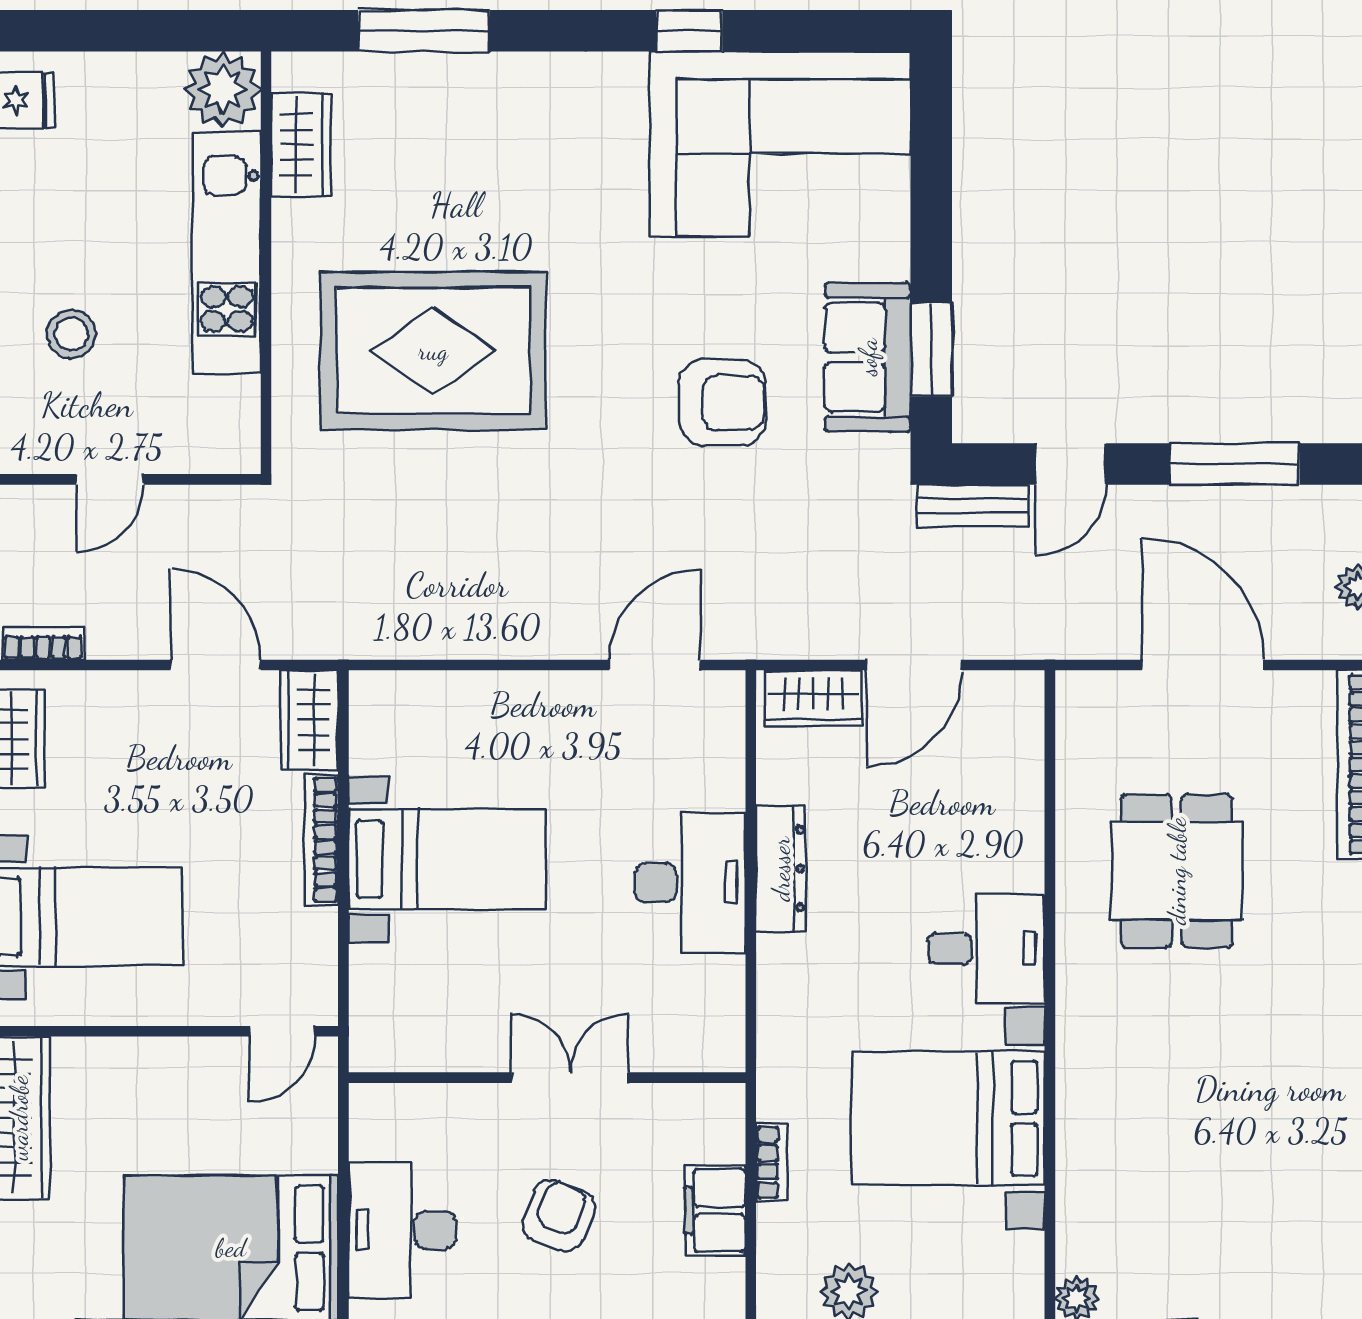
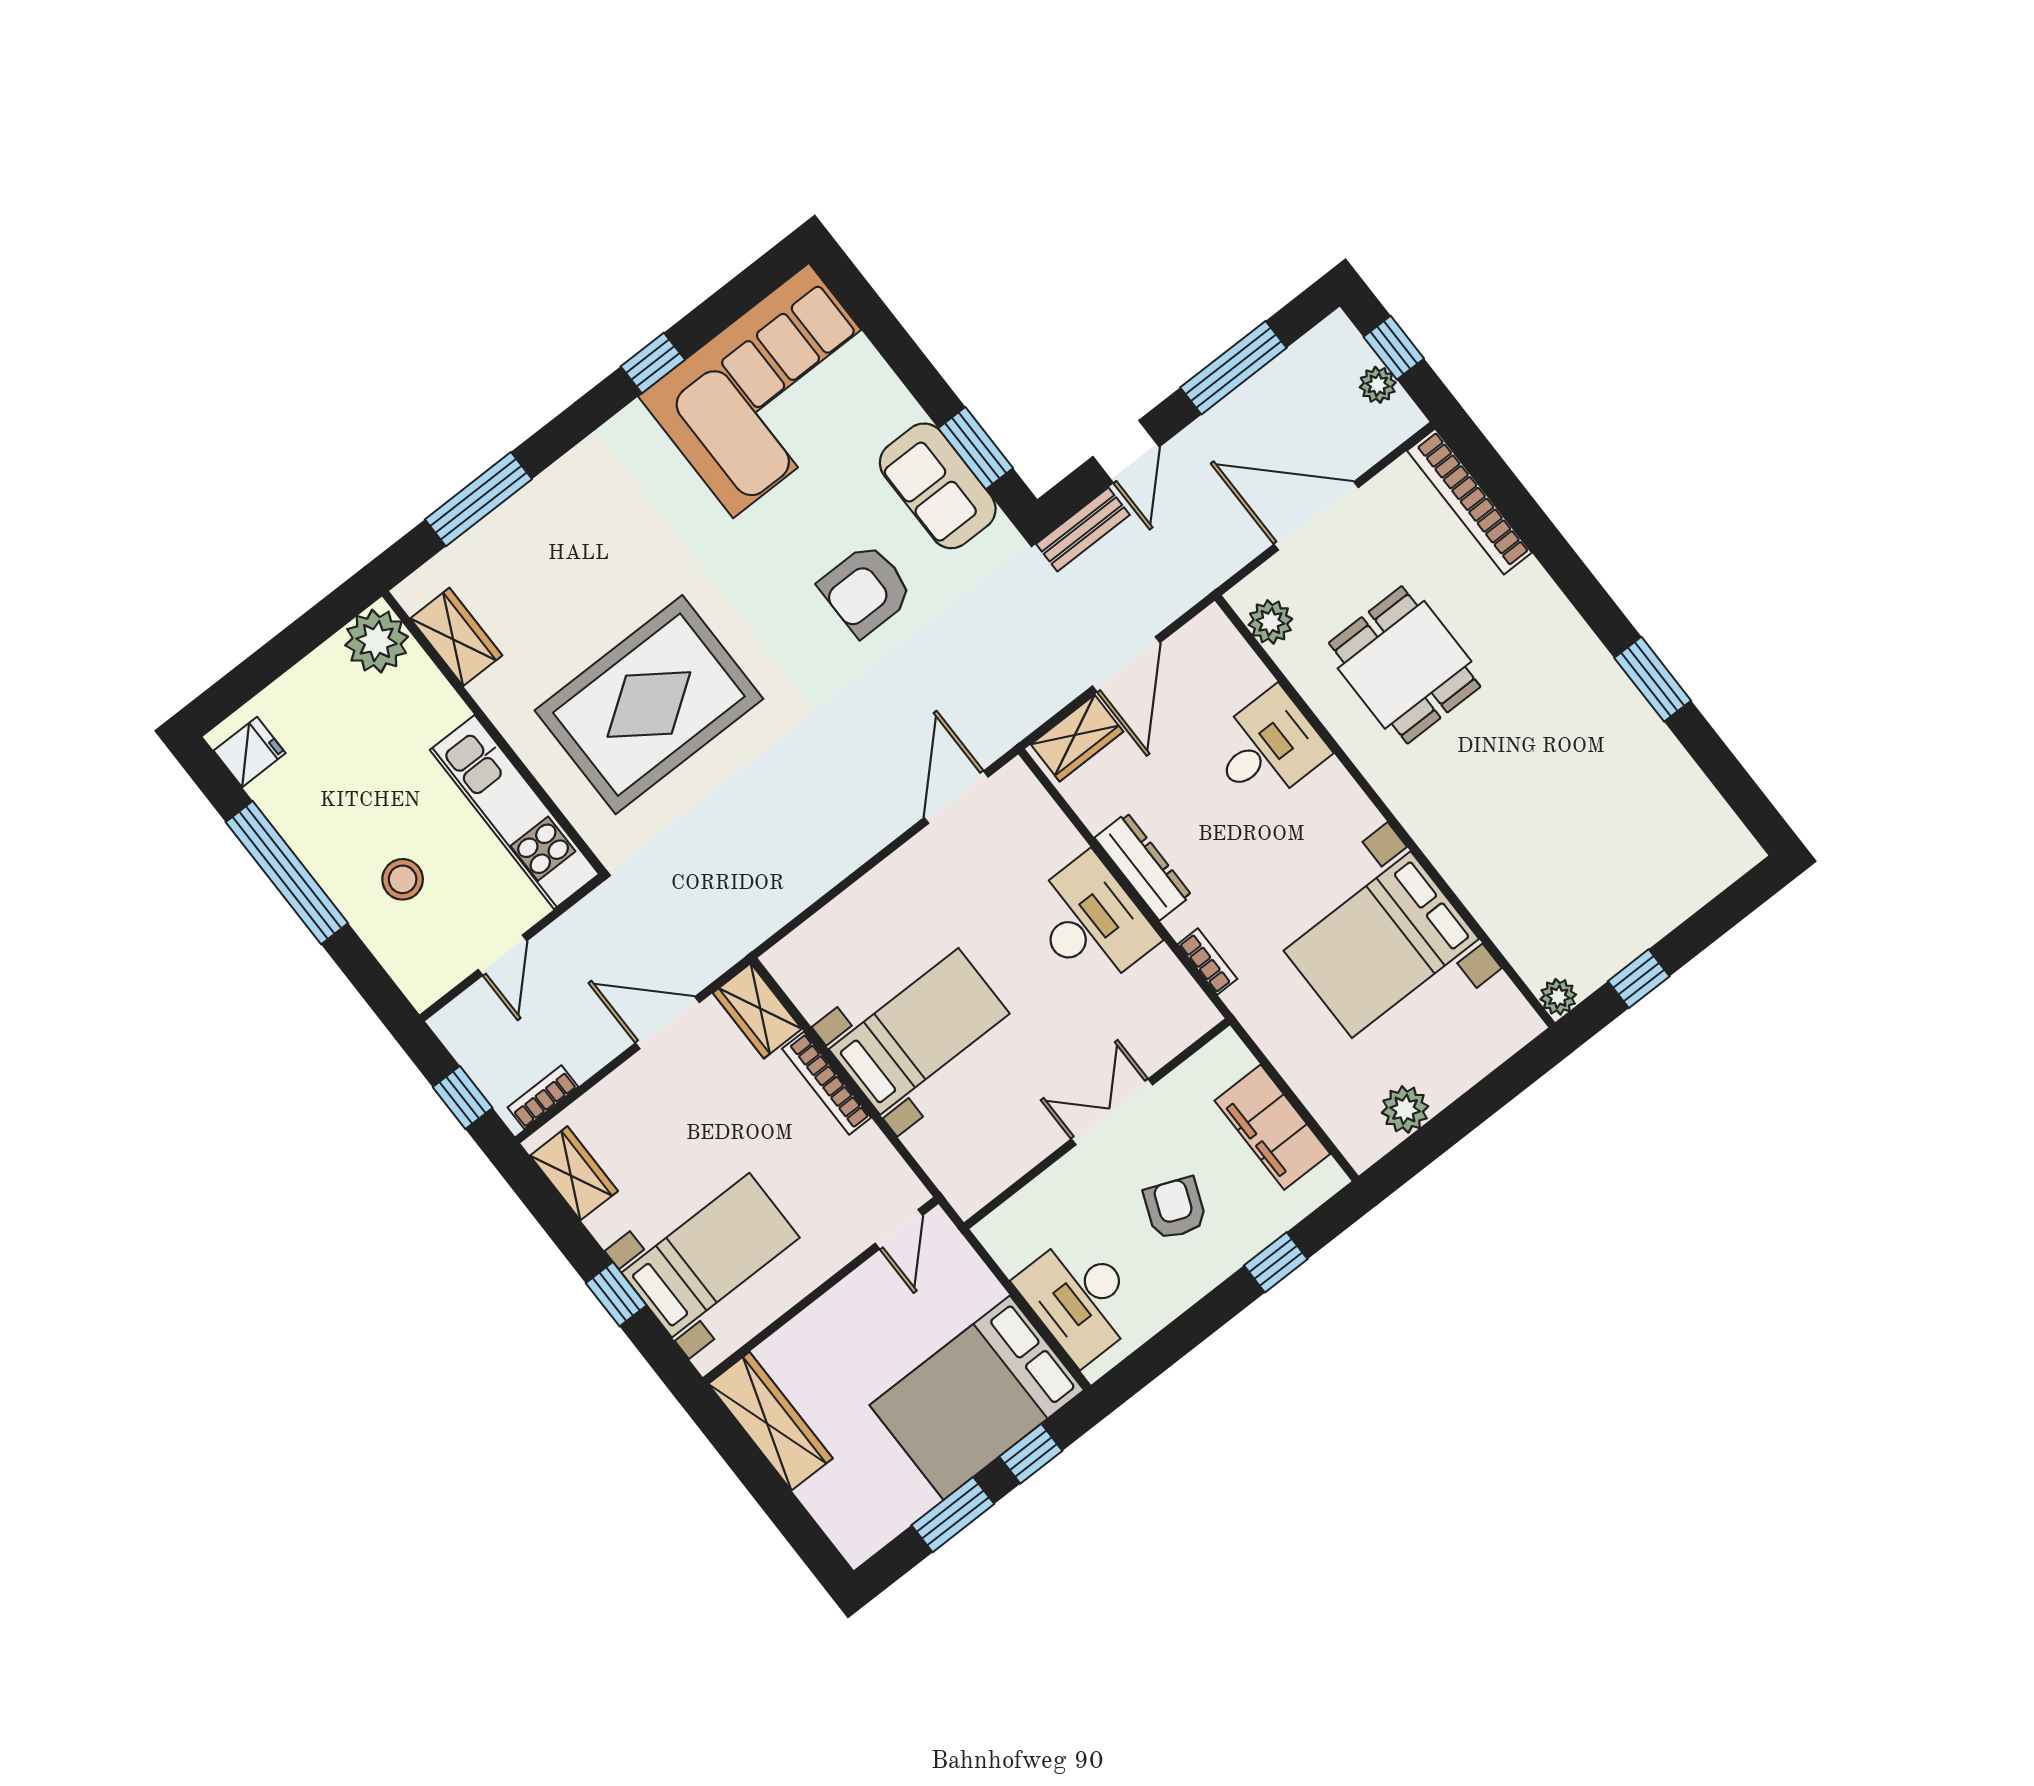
kitchen unit: (227, 253) -> (514, 812), moved
armchair: (723, 402) -> (866, 590), turned 180
plant: (1082, 731) -> (1270, 622), added
desk: (986, 949) -> (1268, 748), moved
bookcase: (771, 1162) -> (1208, 961), moved
filing cabinet: (715, 1210) -> (1272, 1127), width x1.50, depth x1.17

